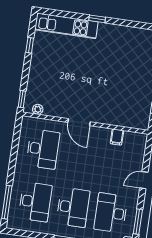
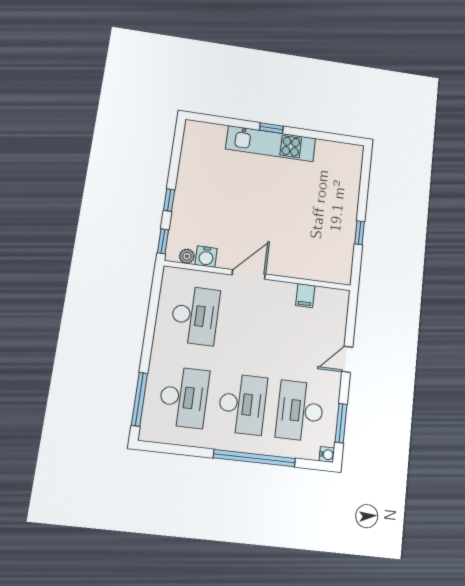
kitchen unit: (66, 26) -> (271, 144), moved
window: (30, 45) -> (169, 200), moved
water cooler: (51, 110) -> (206, 257), added
door: (79, 122) -> (249, 274), swing flipped

